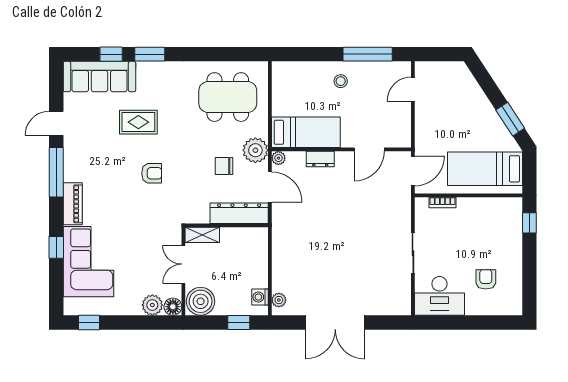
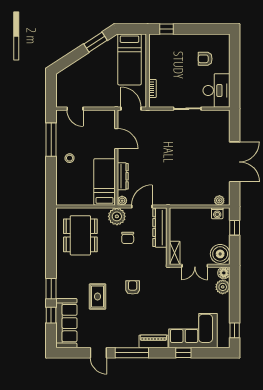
dresser: (320, 159) -> (123, 176), width x1.44

